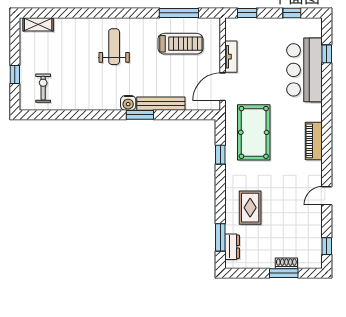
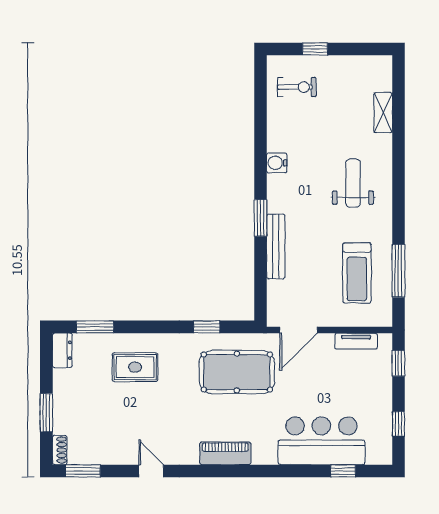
shelving: (38, 24) -> (383, 113), moved
weight bench: (114, 47) -> (353, 183), turned -90
tv unit: (231, 57) -> (356, 341), moved
door: (223, 87) -> (299, 330), swing flipped
water cooler: (128, 103) -> (277, 163), moved
window: (327, 246) -> (83, 471), width x1.50
dresser: (232, 247) -> (62, 350), moved, turned -90
shoe rack: (286, 263) -> (60, 450), moved

